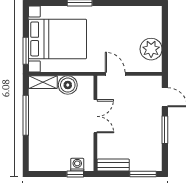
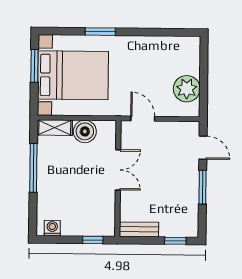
window: (26, 51) -> (34, 66), moved
washing machine: (77, 165) -> (52, 228), moved
window: (143, 174) -> (175, 241), width x0.67

